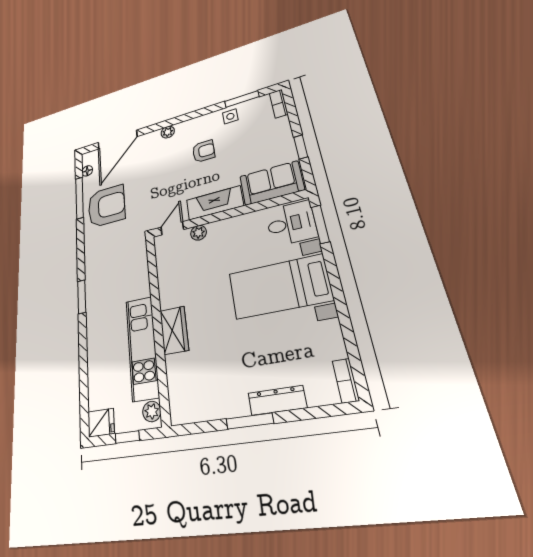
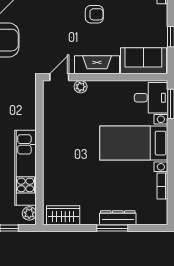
wardrobe: (174, 330) -> (63, 215), moved, turned -90
bookcase: (346, 381) -> (162, 186), moved
window: (250, 421) -> (112, 228), moved

